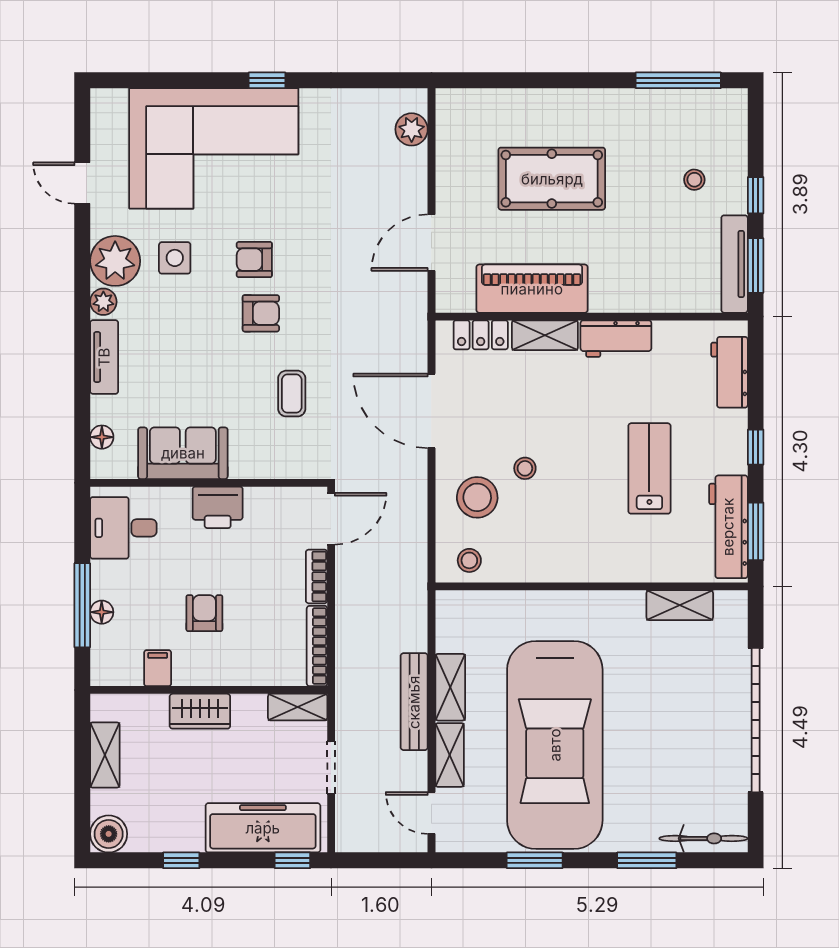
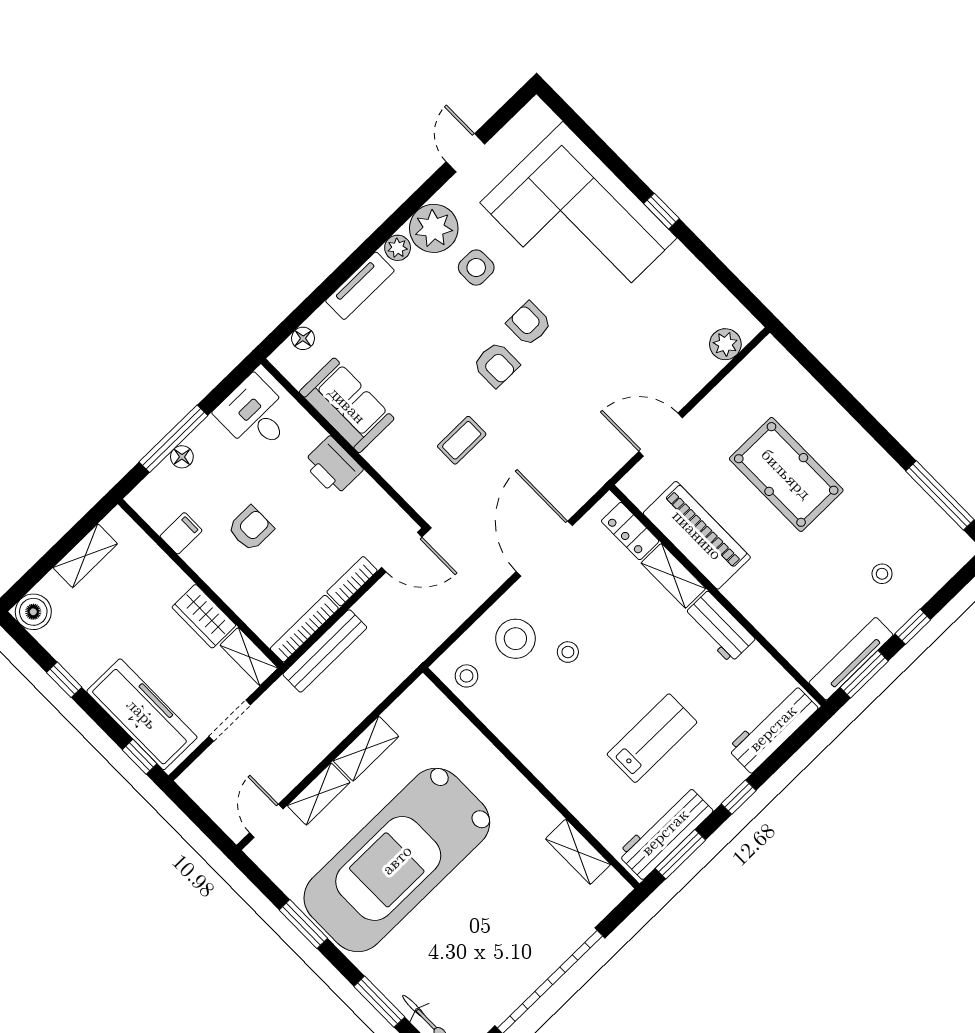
workbench: (729, 372) -> (773, 728), width x1.38
bench: (414, 702) -> (325, 651), moved
wardrobe: (200, 711) -> (204, 616), moved

